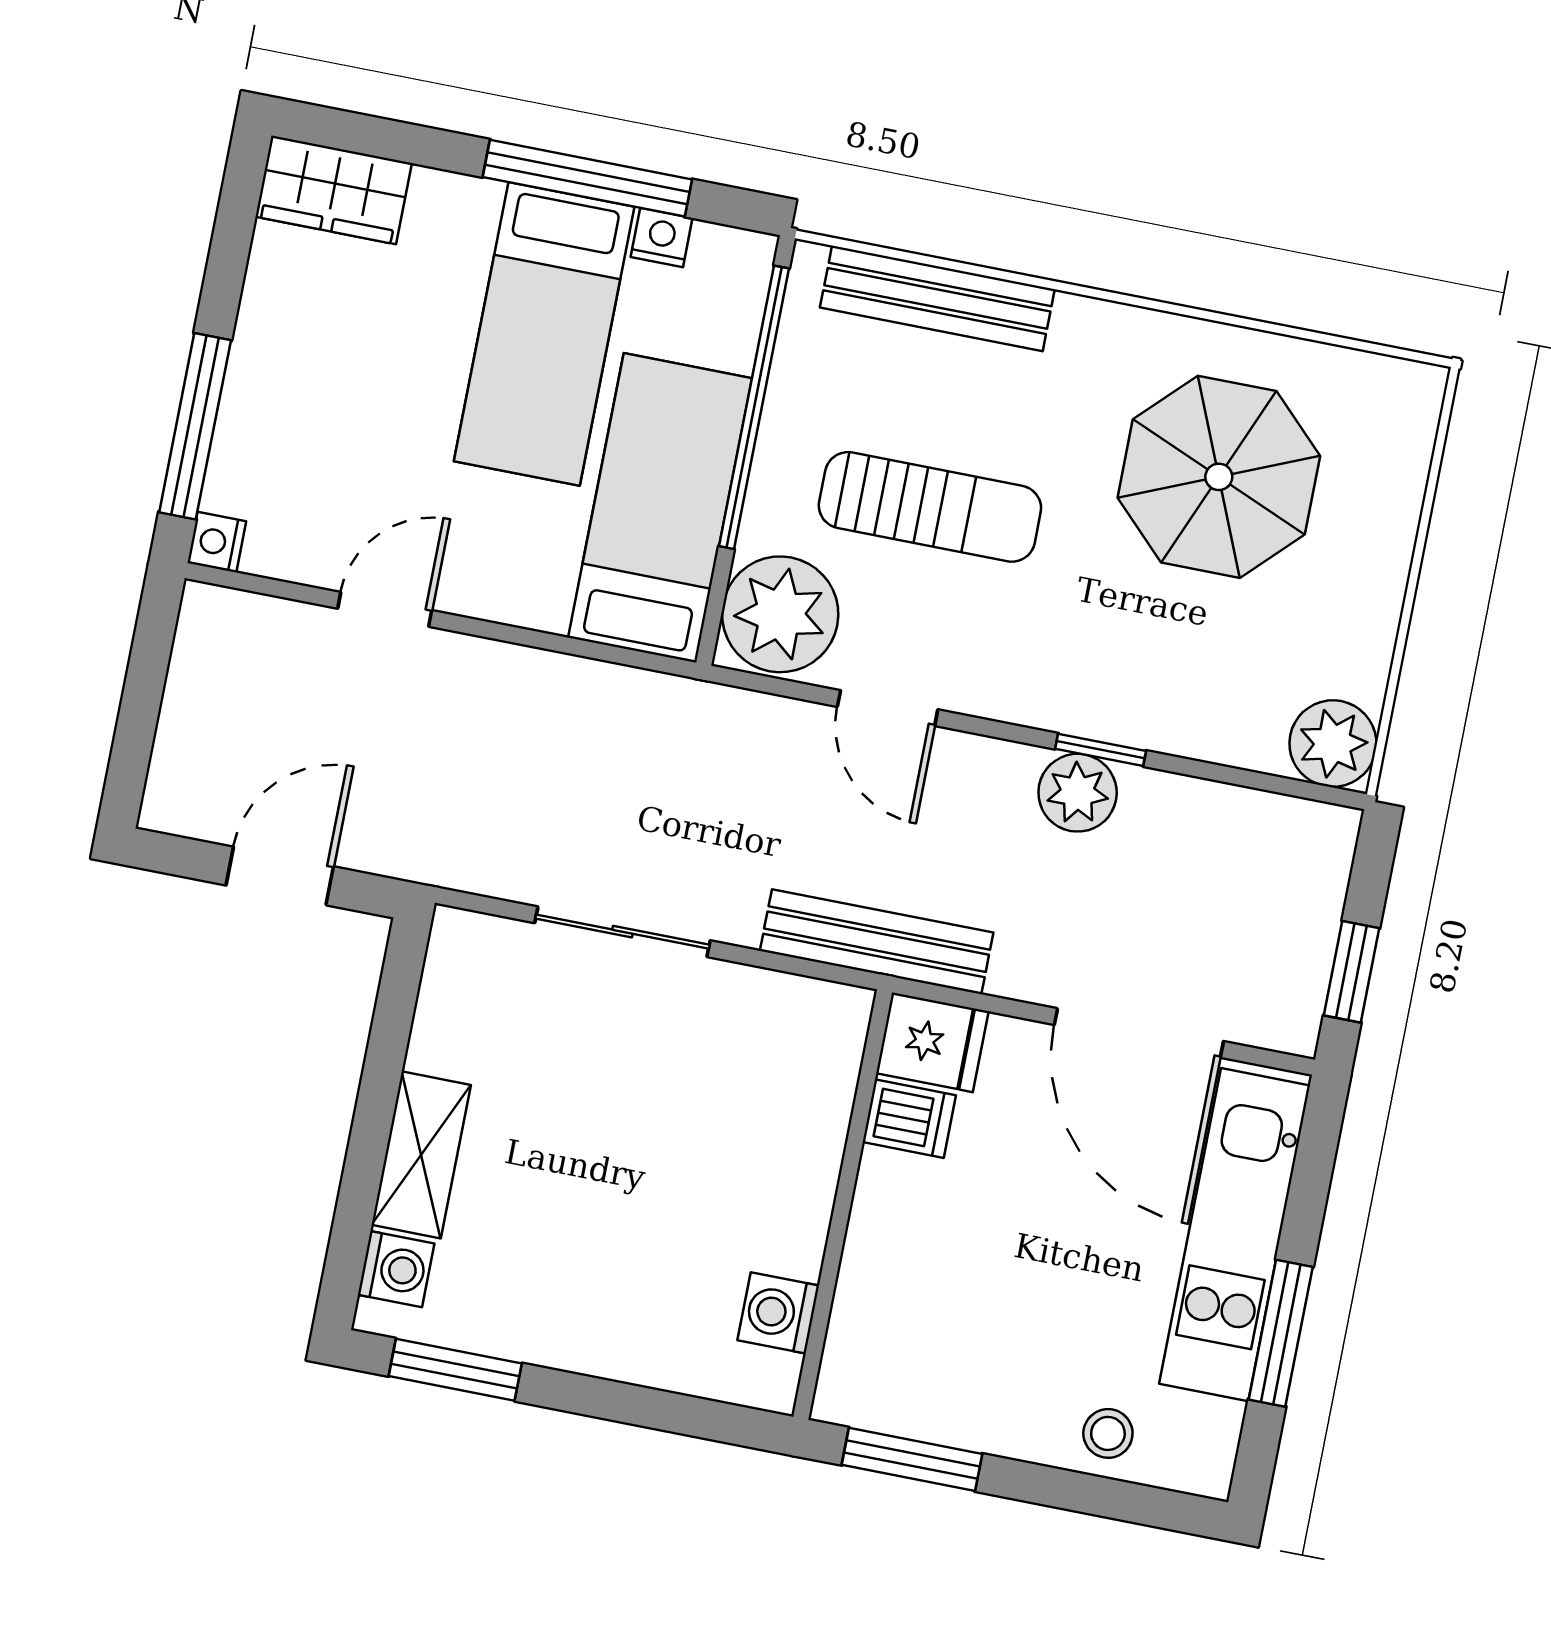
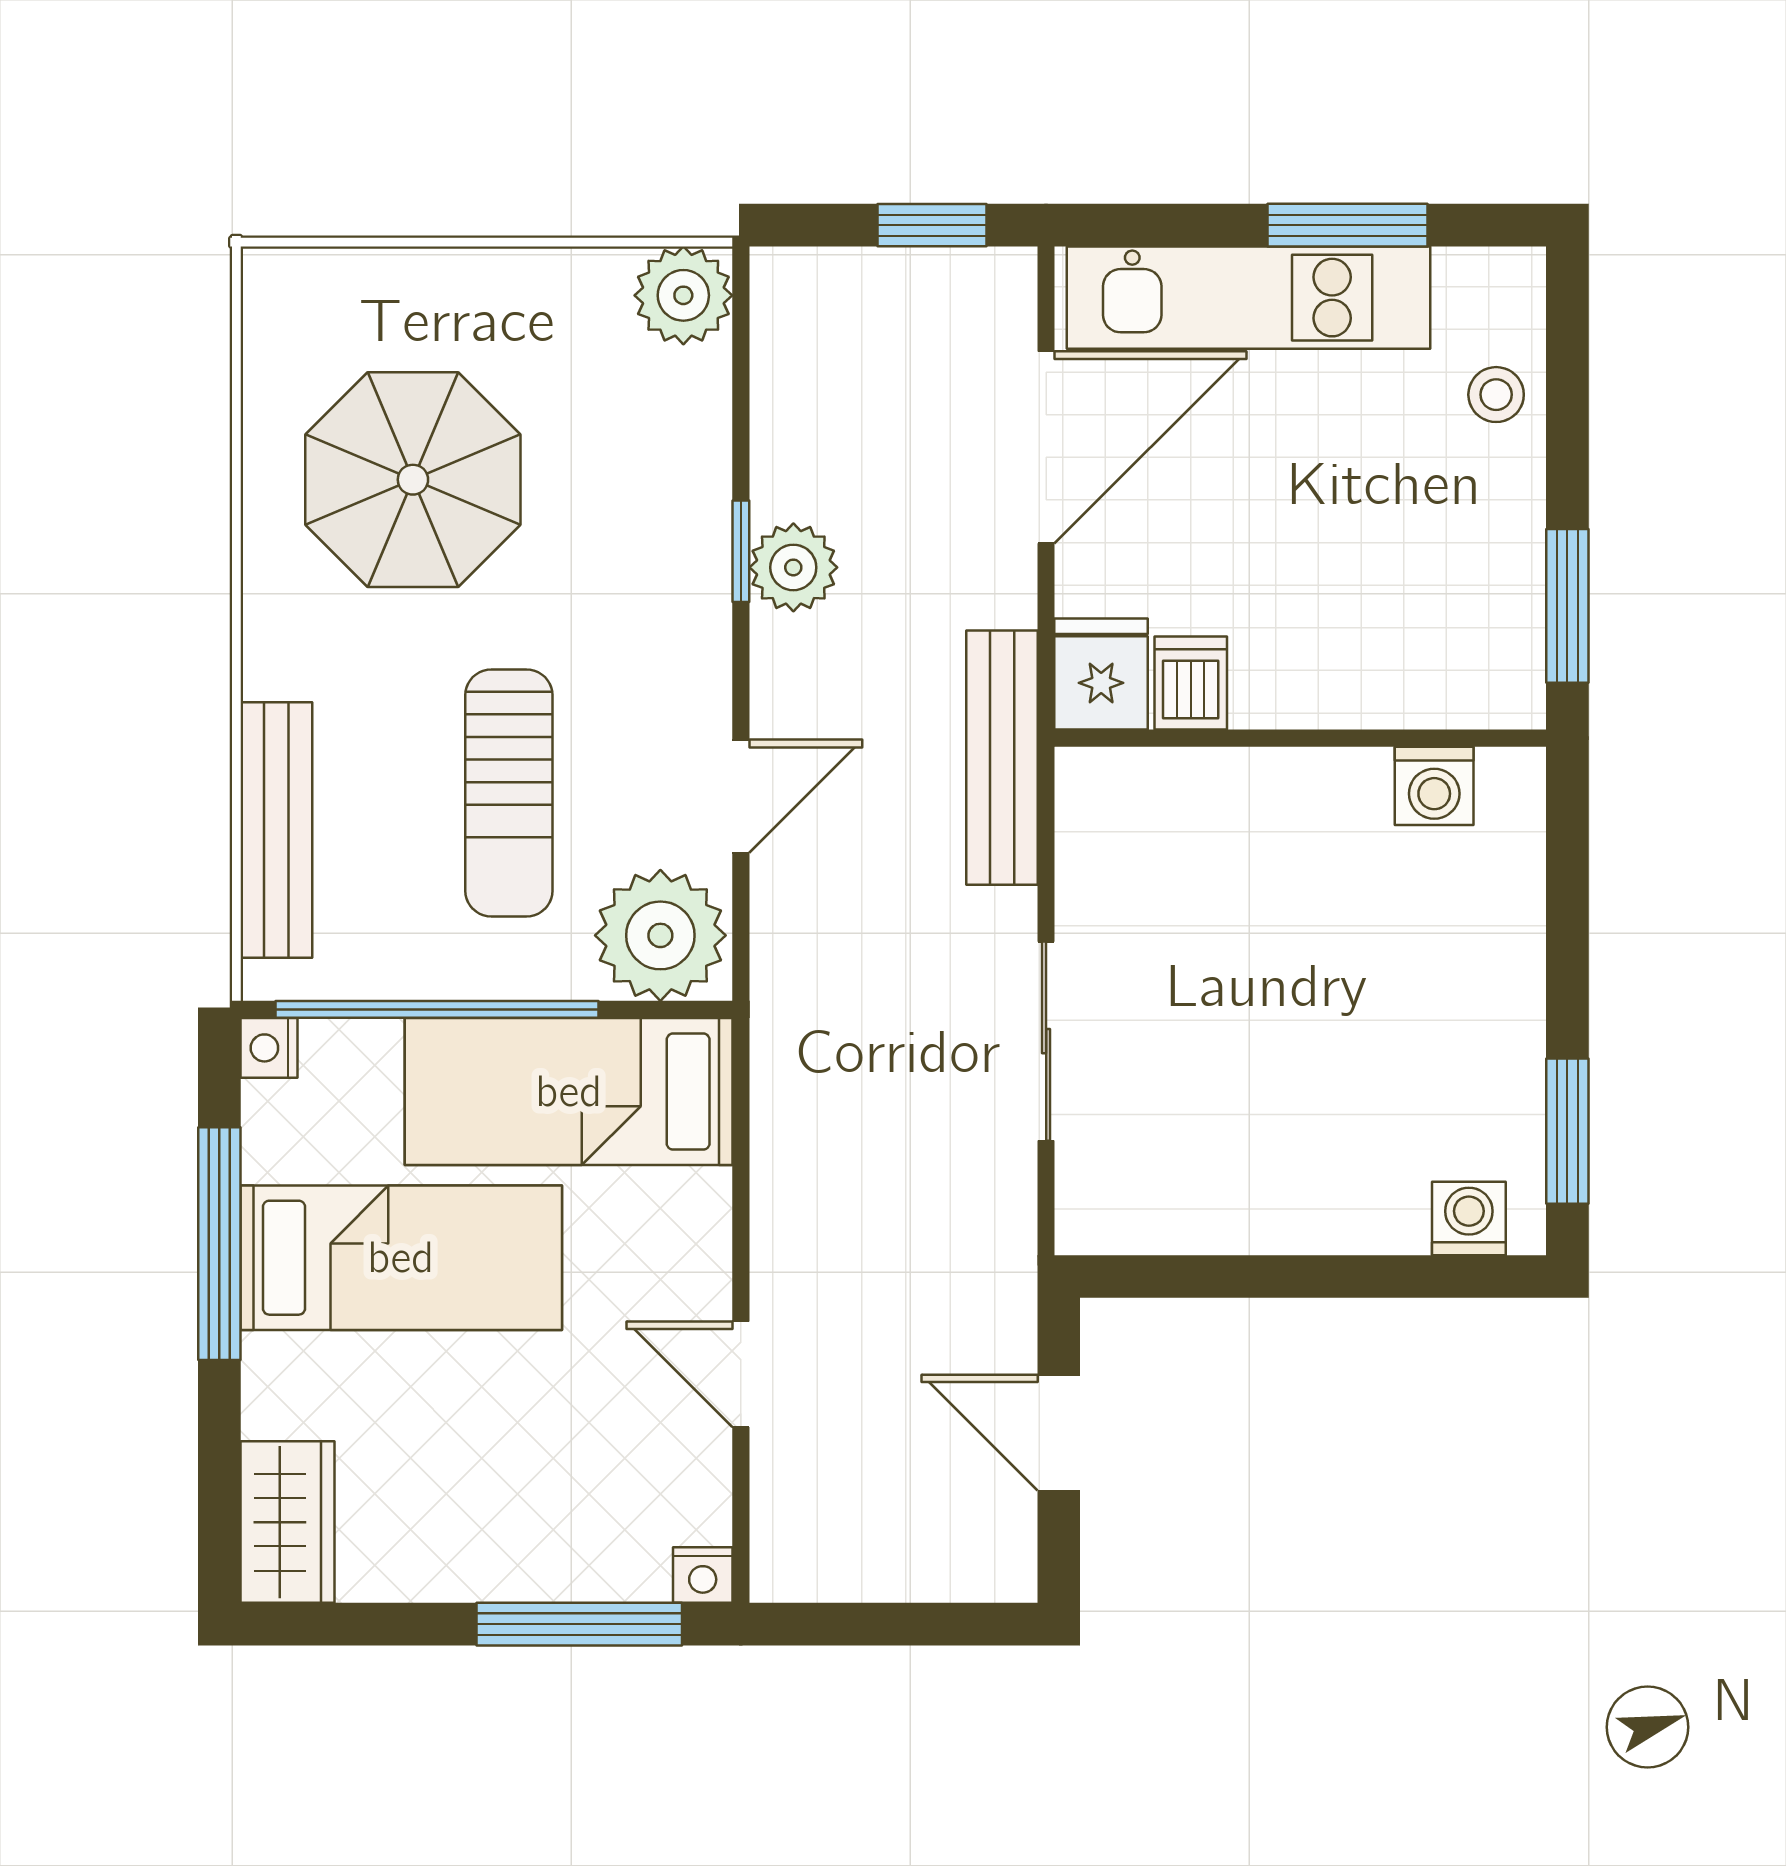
nightstand: (662, 237) -> (269, 1048), moved
sun lounger: (930, 507) -> (509, 793), turned 180
shelving: (421, 1155) -> (1337, 1215), removed

